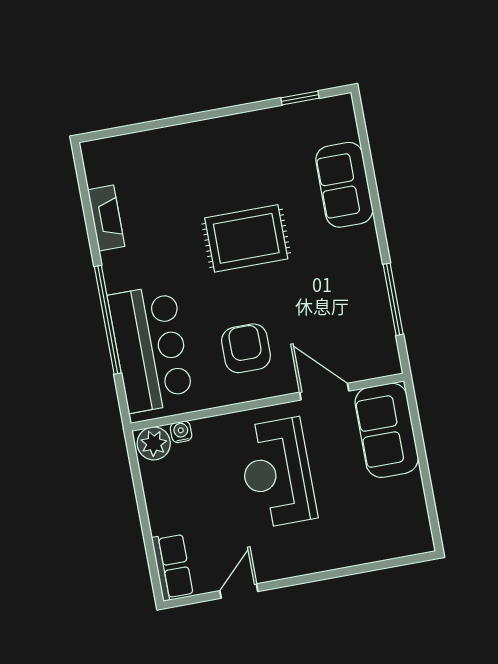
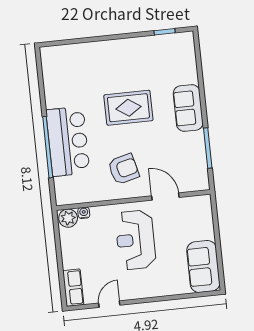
sofa: (344, 185) -> (188, 108), moved
fireplace: (106, 218) -> (51, 90), removed
armchair: (246, 348) -> (124, 169), turned 76
bar counter: (151, 349) -> (68, 141), moved
sofa: (387, 430) -> (203, 267), moved

